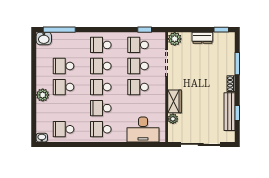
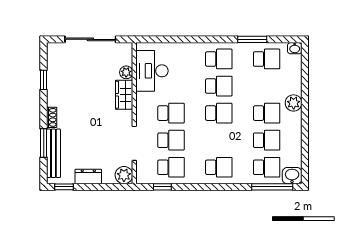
school desk: (101, 66) -> (267, 167), moved
bench: (230, 112) -> (53, 153), moved
desk: (143, 130) -> (152, 71), moved, turned -90
window: (75, 144) -> (252, 39), added

